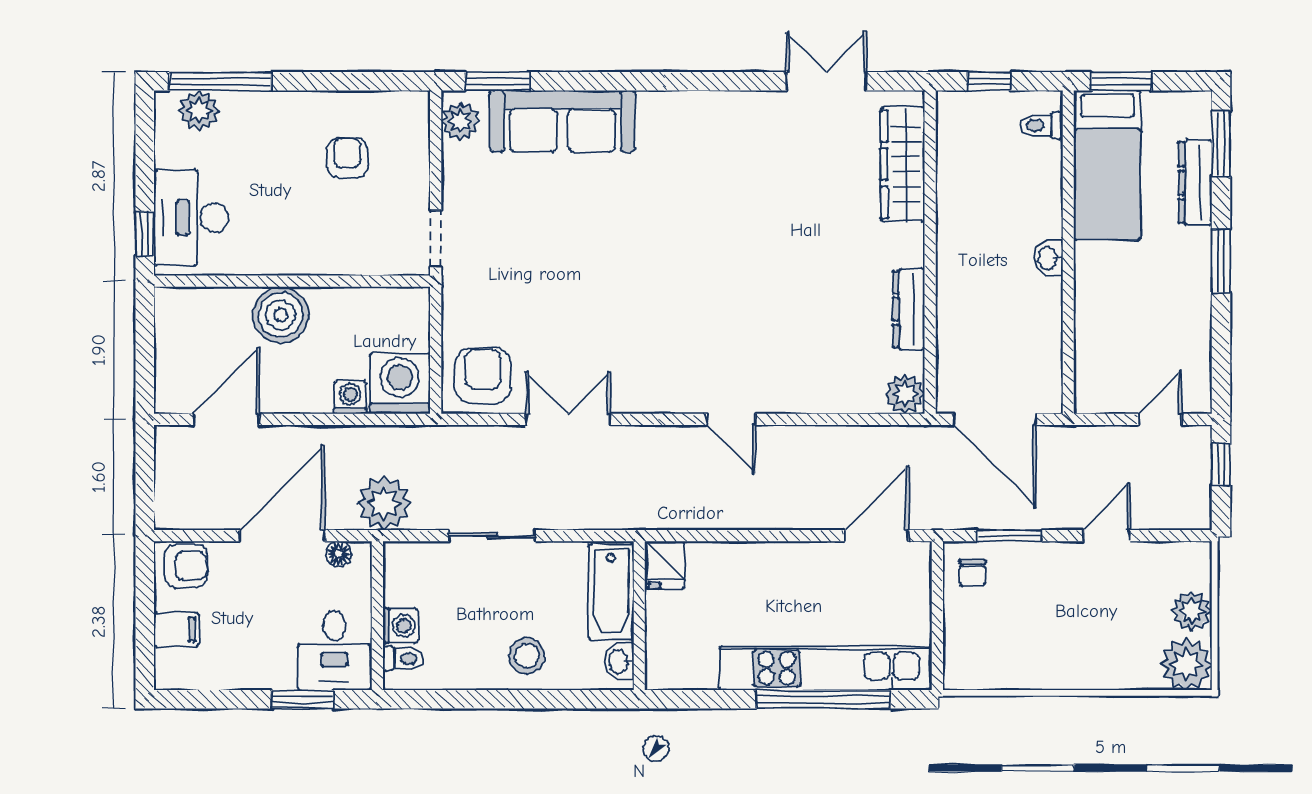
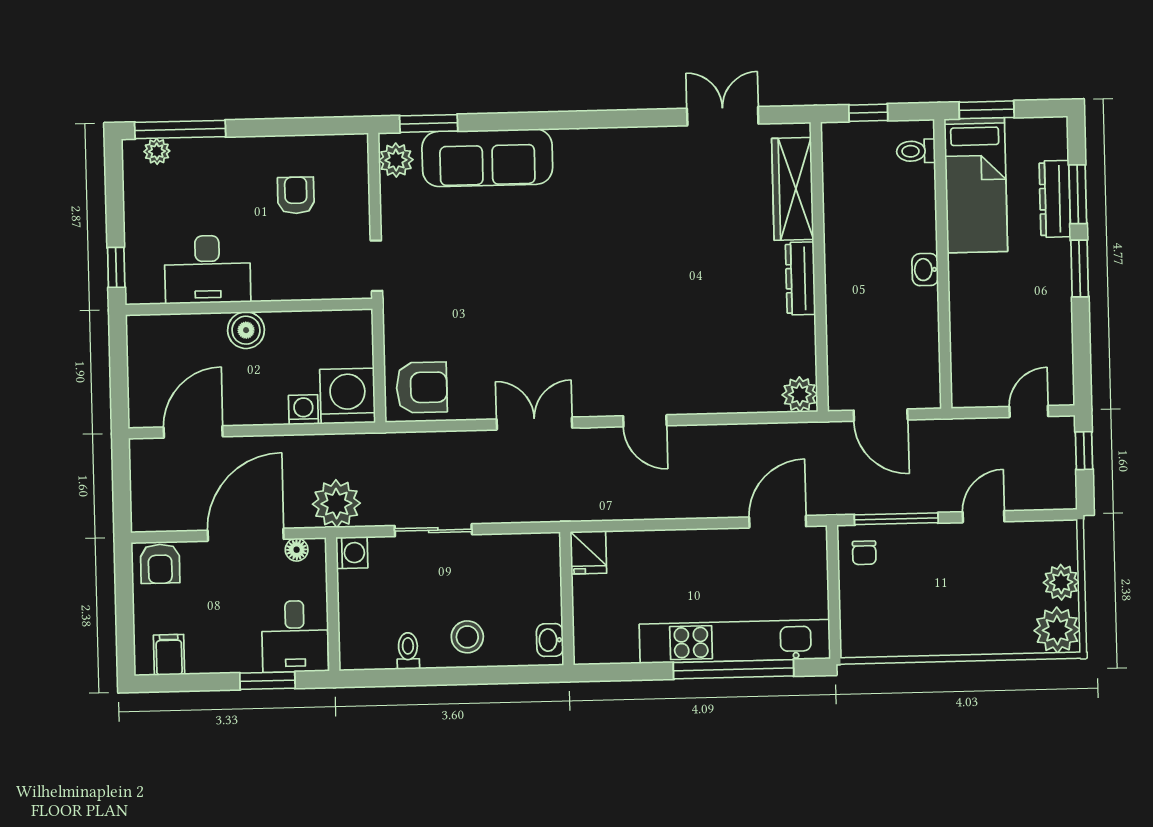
plant: (199, 110) -> (157, 151), width x0.73, depth x0.73
window: (1221, 144) -> (1078, 194), moved
desk: (191, 218) -> (207, 269), moved, turned -90
dresser: (909, 309) -> (800, 278), moved
boiler: (281, 315) -> (246, 330), width x0.73, depth x0.73
armchair: (483, 376) -> (422, 387), turned 90
double door: (568, 419) -> (534, 424), moved
door: (995, 419) -> (881, 415), width x0.73
window: (1009, 536) -> (896, 519), width x1.44
armchair: (186, 566) -> (160, 564), turned 90
bathtub: (611, 592) -> (541, 578), removed
washing machine: (400, 626) -> (352, 553), moved
filing cabinet: (176, 630) -> (169, 655), moved, turned -90
toilet: (403, 659) -> (408, 651), moved, turned -90

